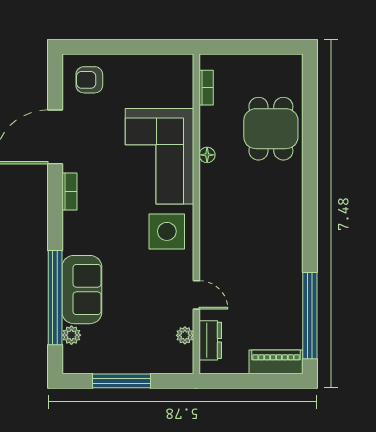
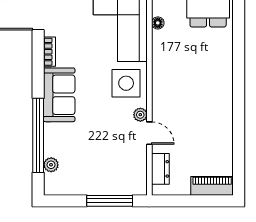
sofa: (82, 290) -> (59, 95), moved
window: (310, 316) -> (239, 149), removed
plant: (185, 335) -> (140, 115), moved
window: (122, 381) -> (110, 201), moved

